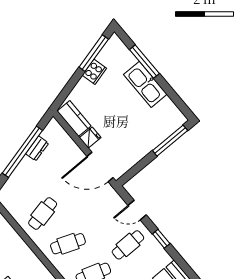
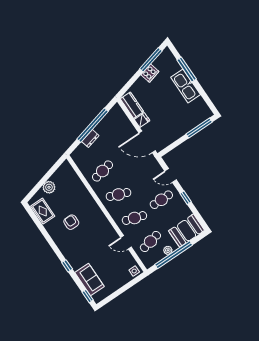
dresser: (37, 148) -> (90, 139), moved

